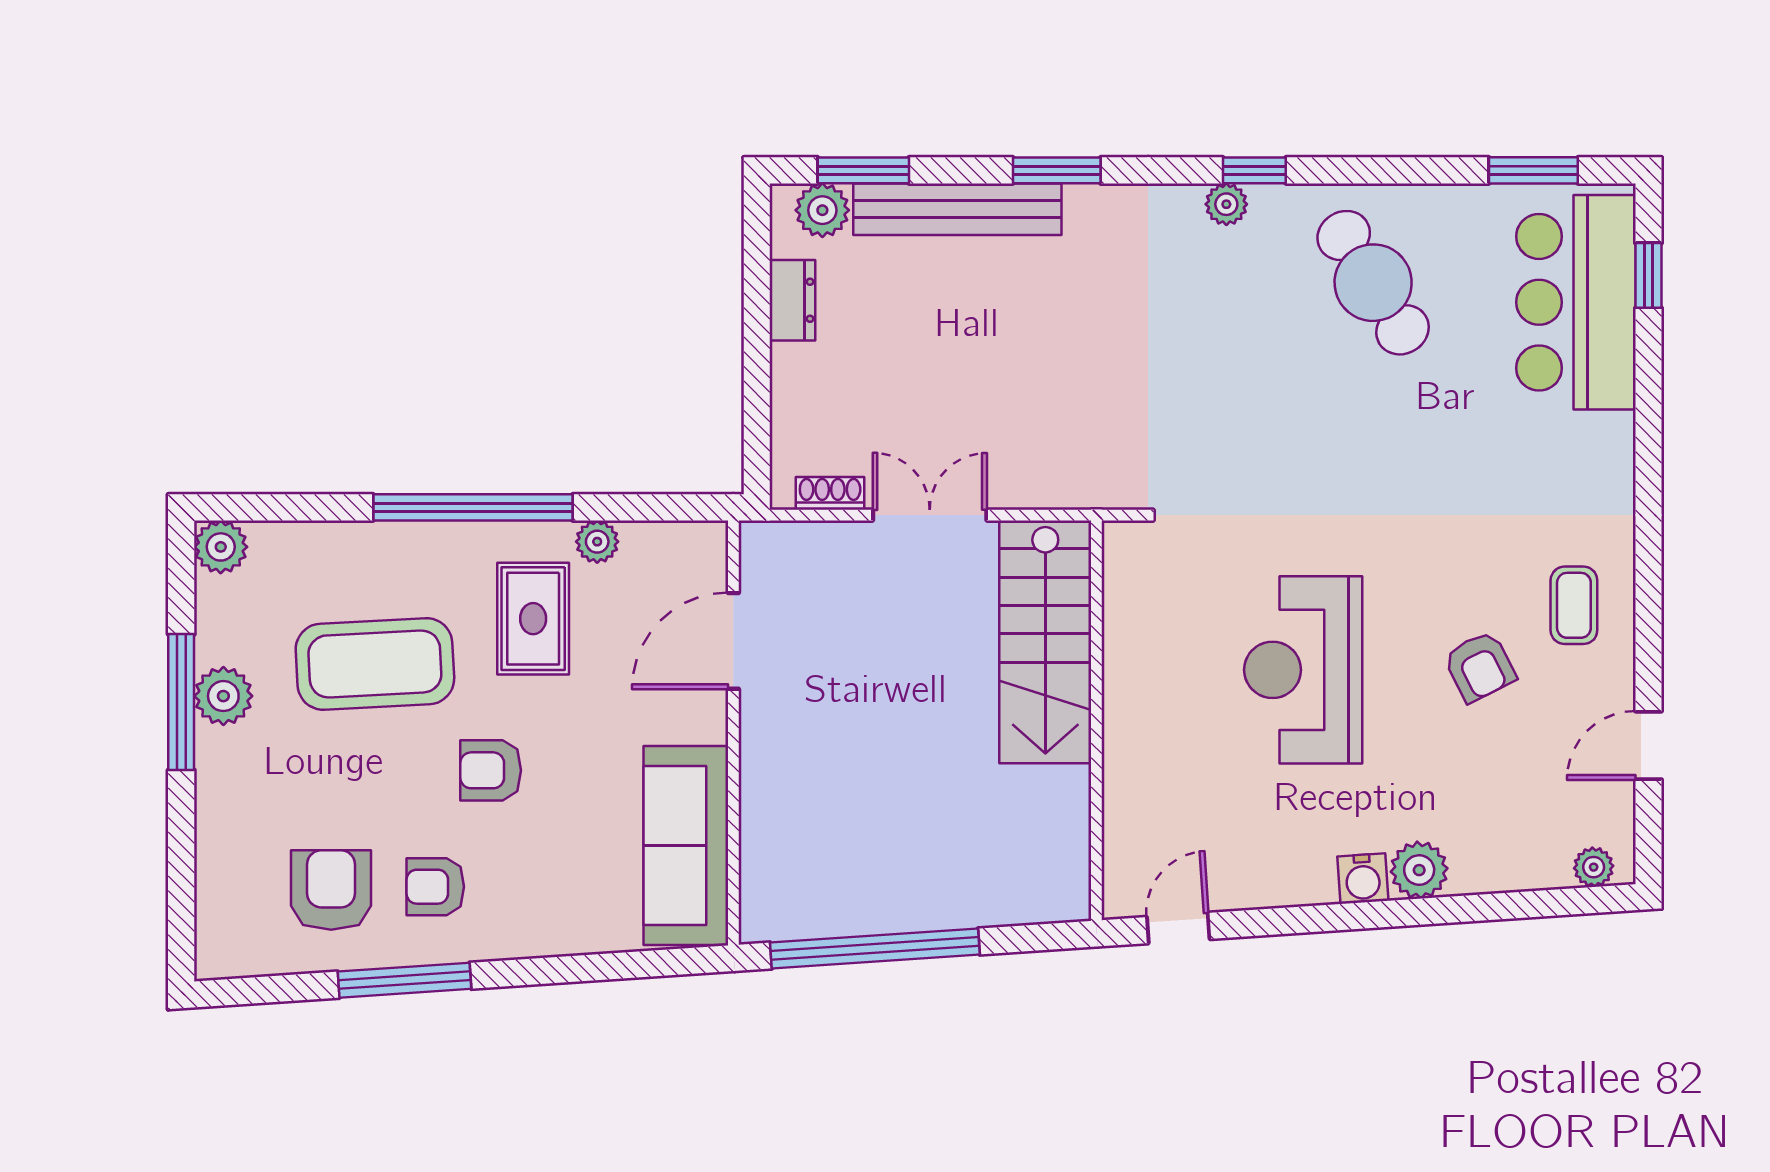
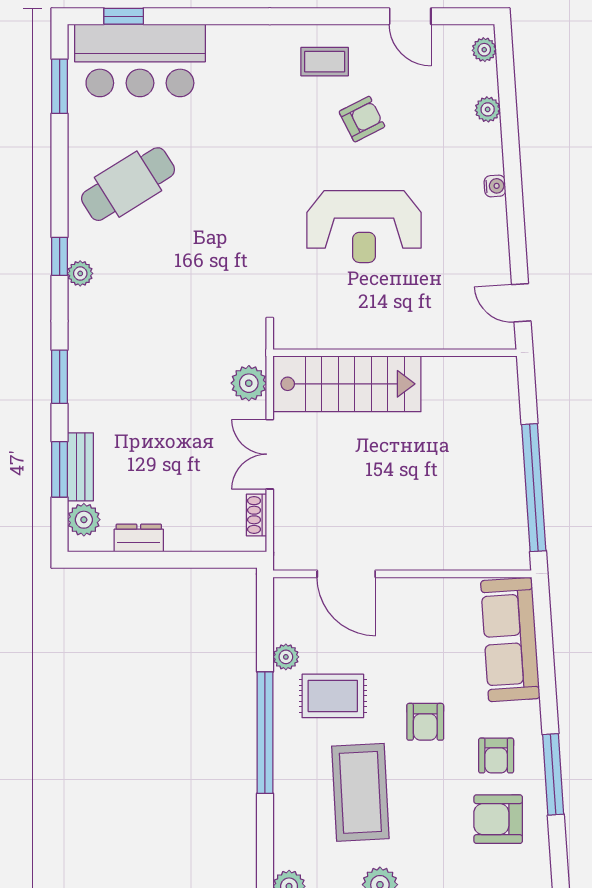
window: (863, 170) -> (60, 469), moved
bench: (957, 209) -> (80, 467), width x0.54, depth x0.82
plant: (1046, 481) -> (249, 383), added
sofa: (686, 845) -> (510, 640), moved, turned 86
plant: (1419, 870) -> (488, 109), moved, width x0.73, depth x0.73
water cooler: (1363, 879) -> (495, 186), width x0.72, depth x0.72

